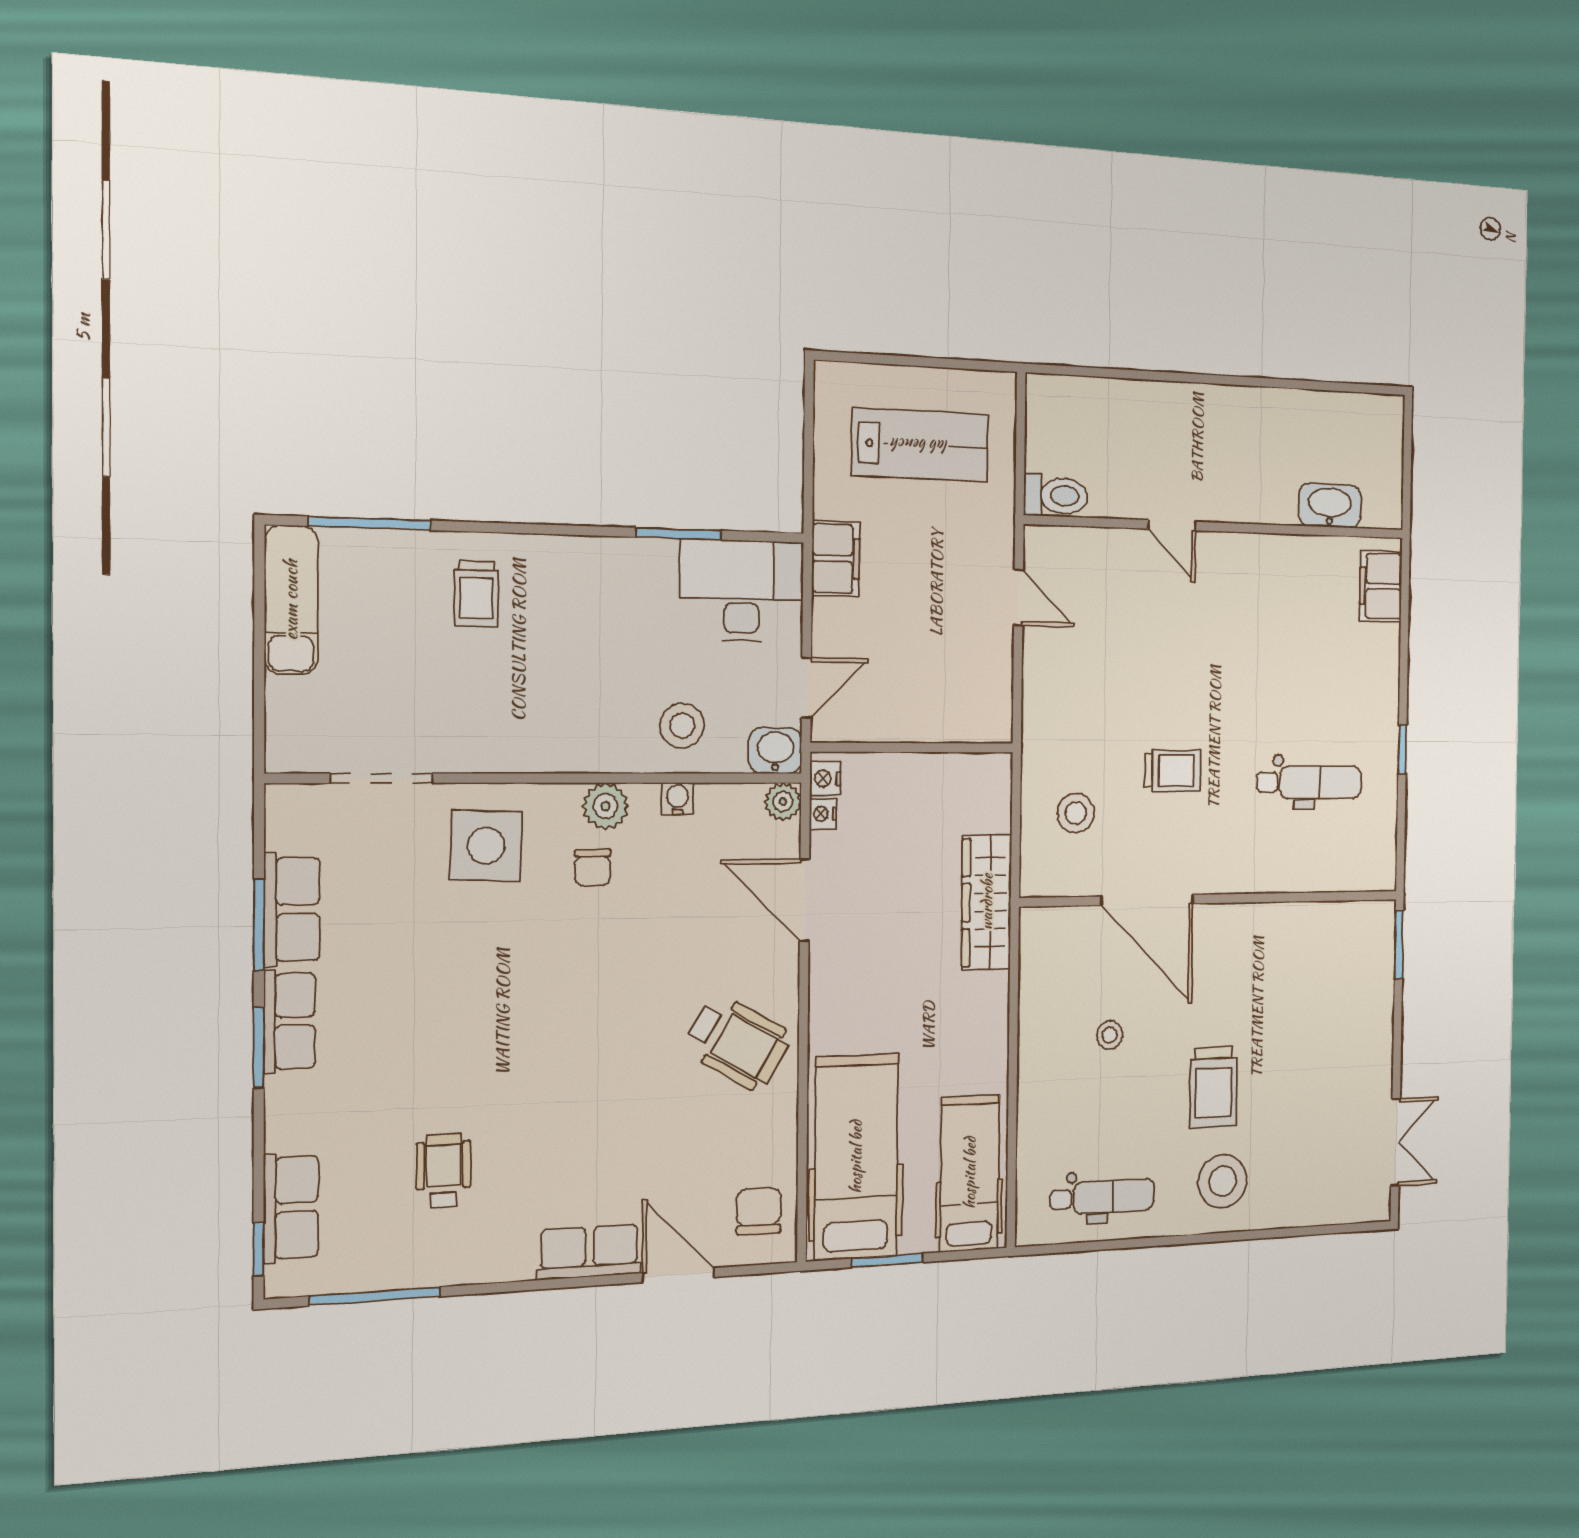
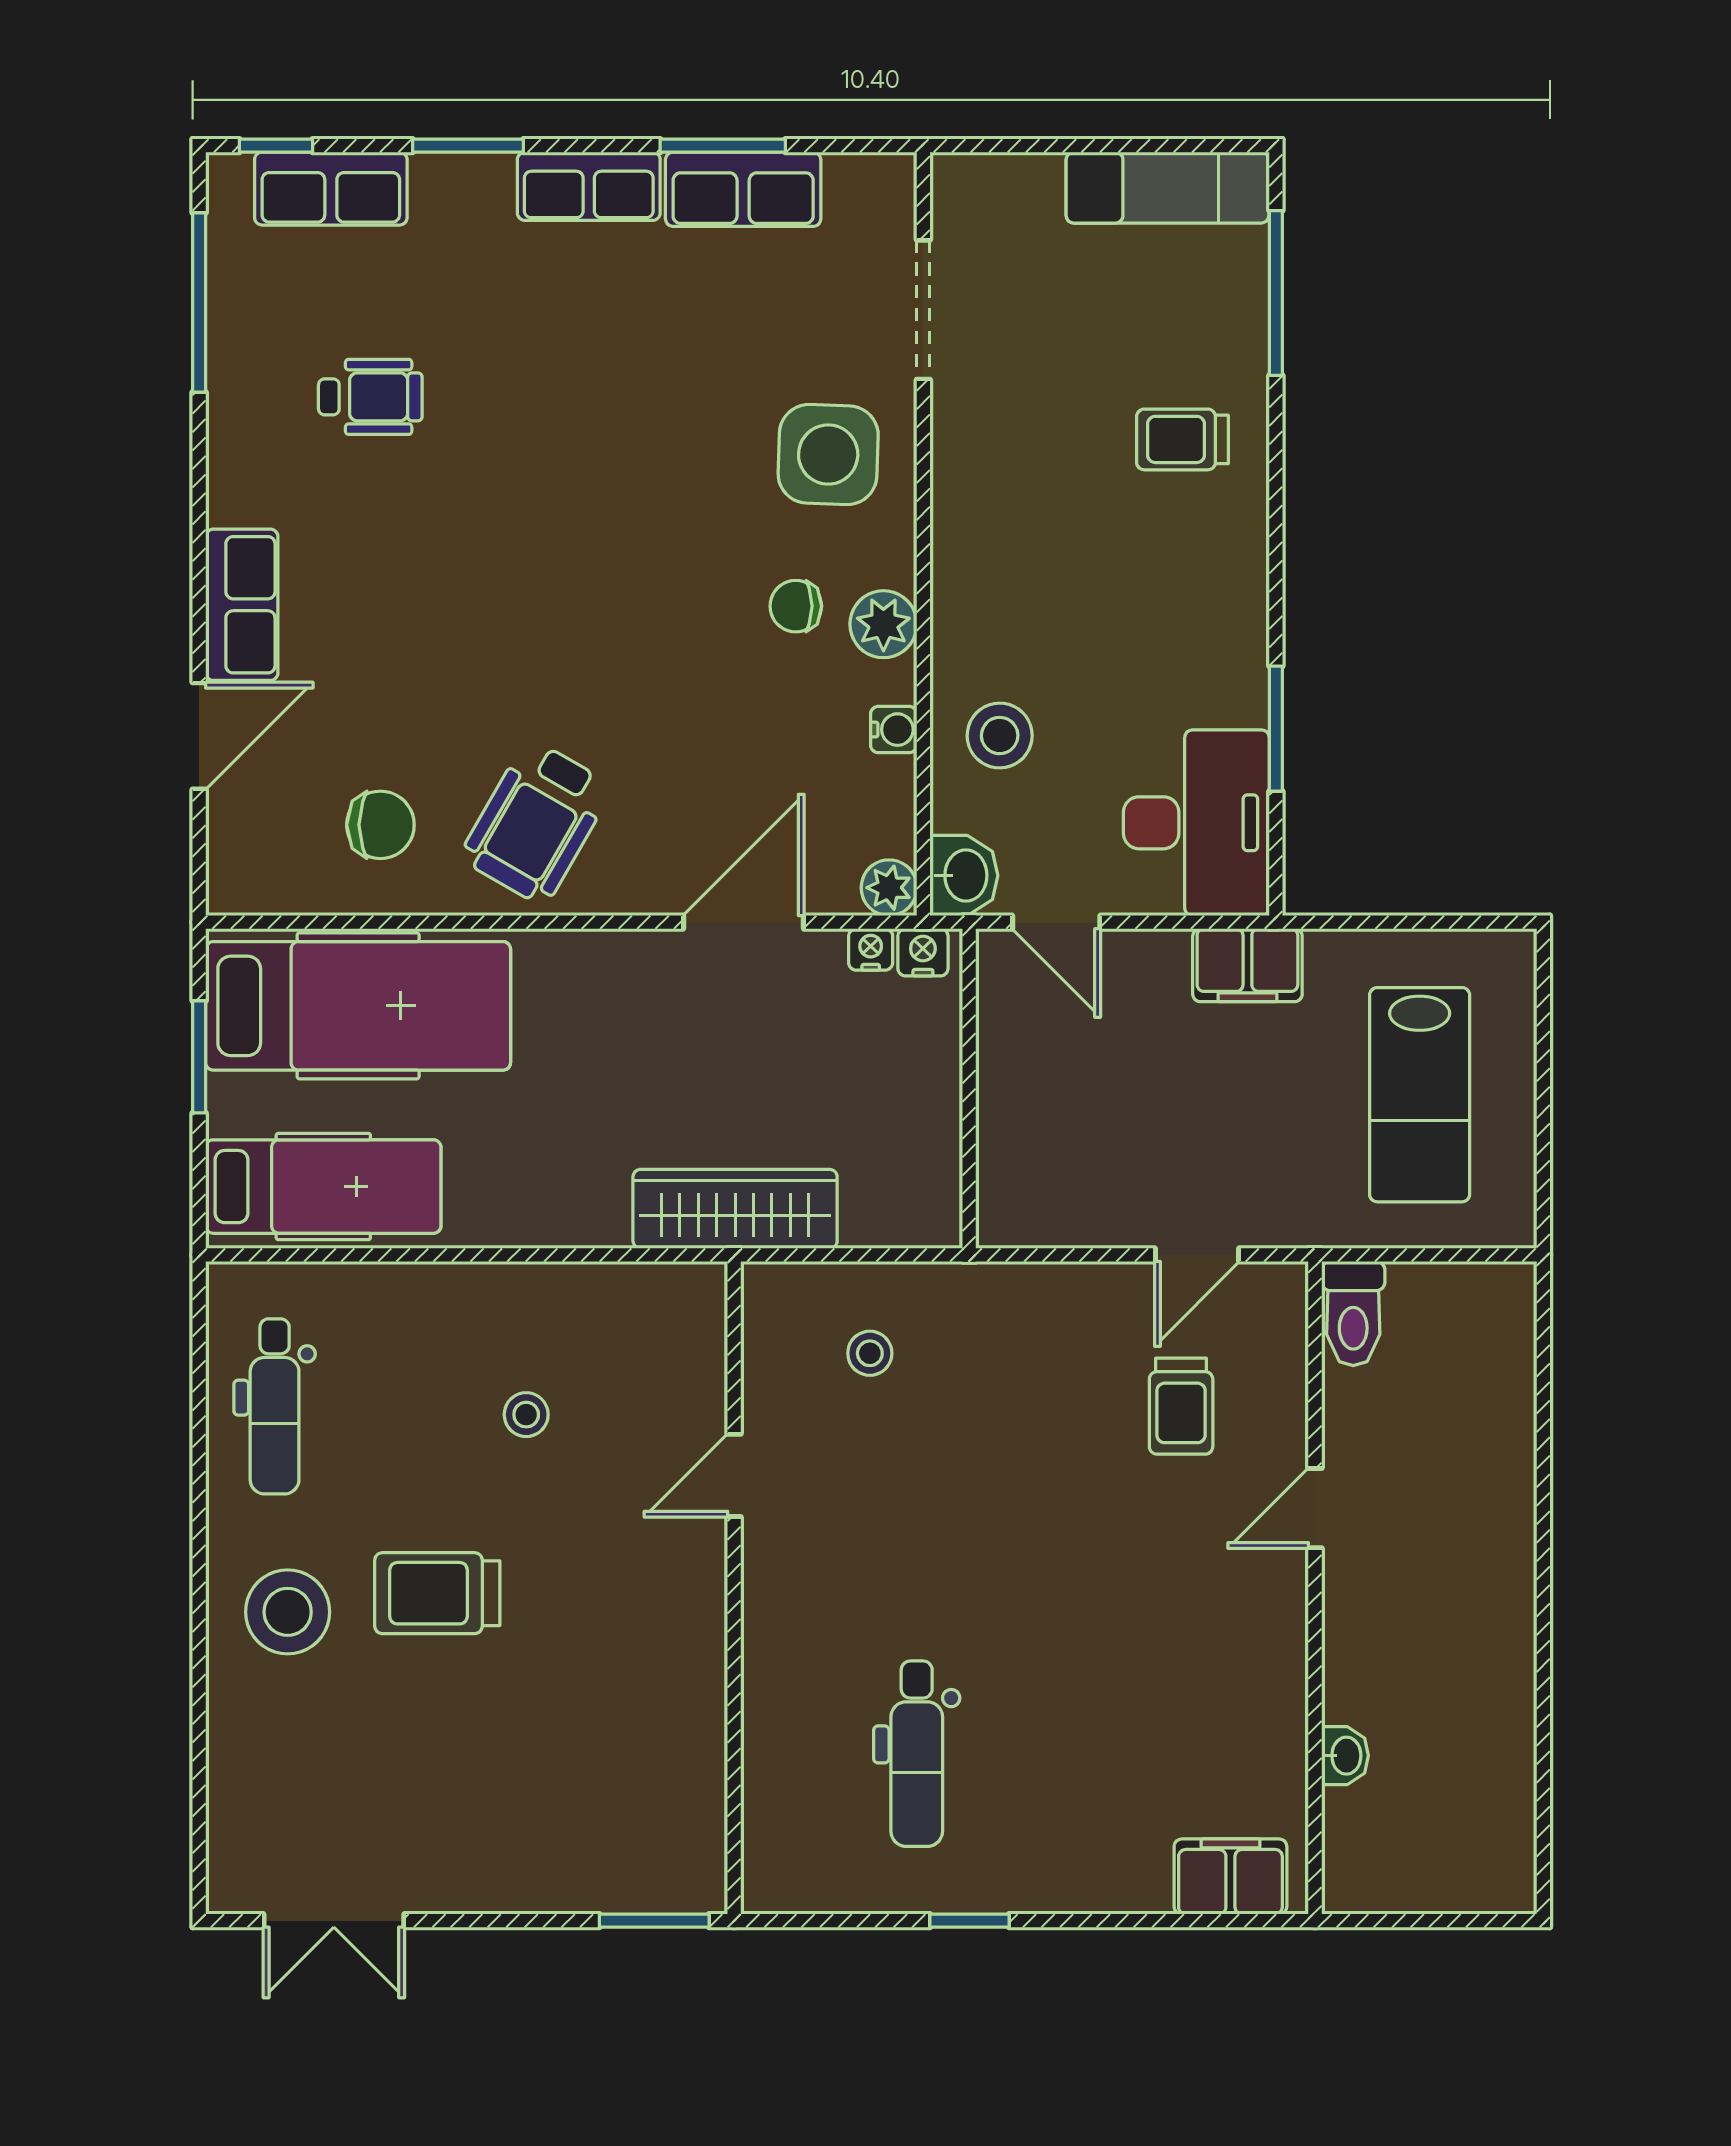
washbasin: (1330, 506) -> (1345, 1756), width x0.52, depth x0.69
trolley: (1172, 771) -> (1181, 1406), moved
stool: (1076, 813) -> (870, 1353), width x0.73, depth x0.73
door: (1147, 900) -> (734, 1475), width x0.53
window: (259, 1048) -> (468, 146), moved
chair: (759, 1211) -> (380, 825), moved

